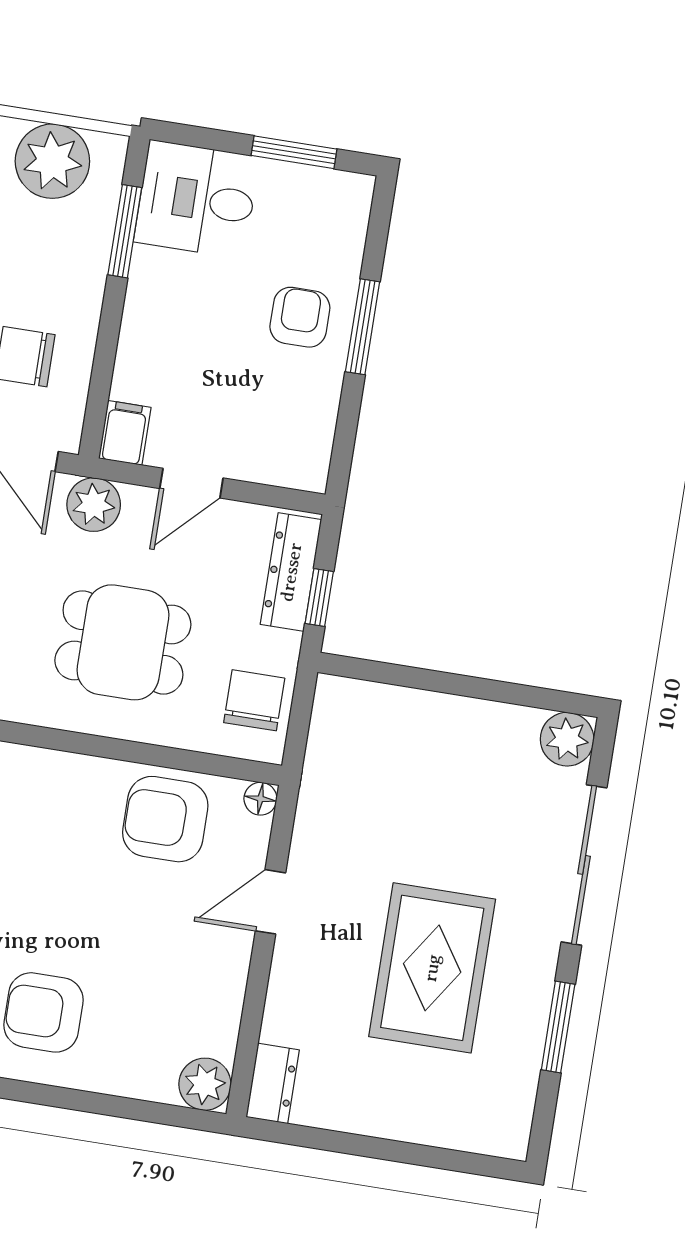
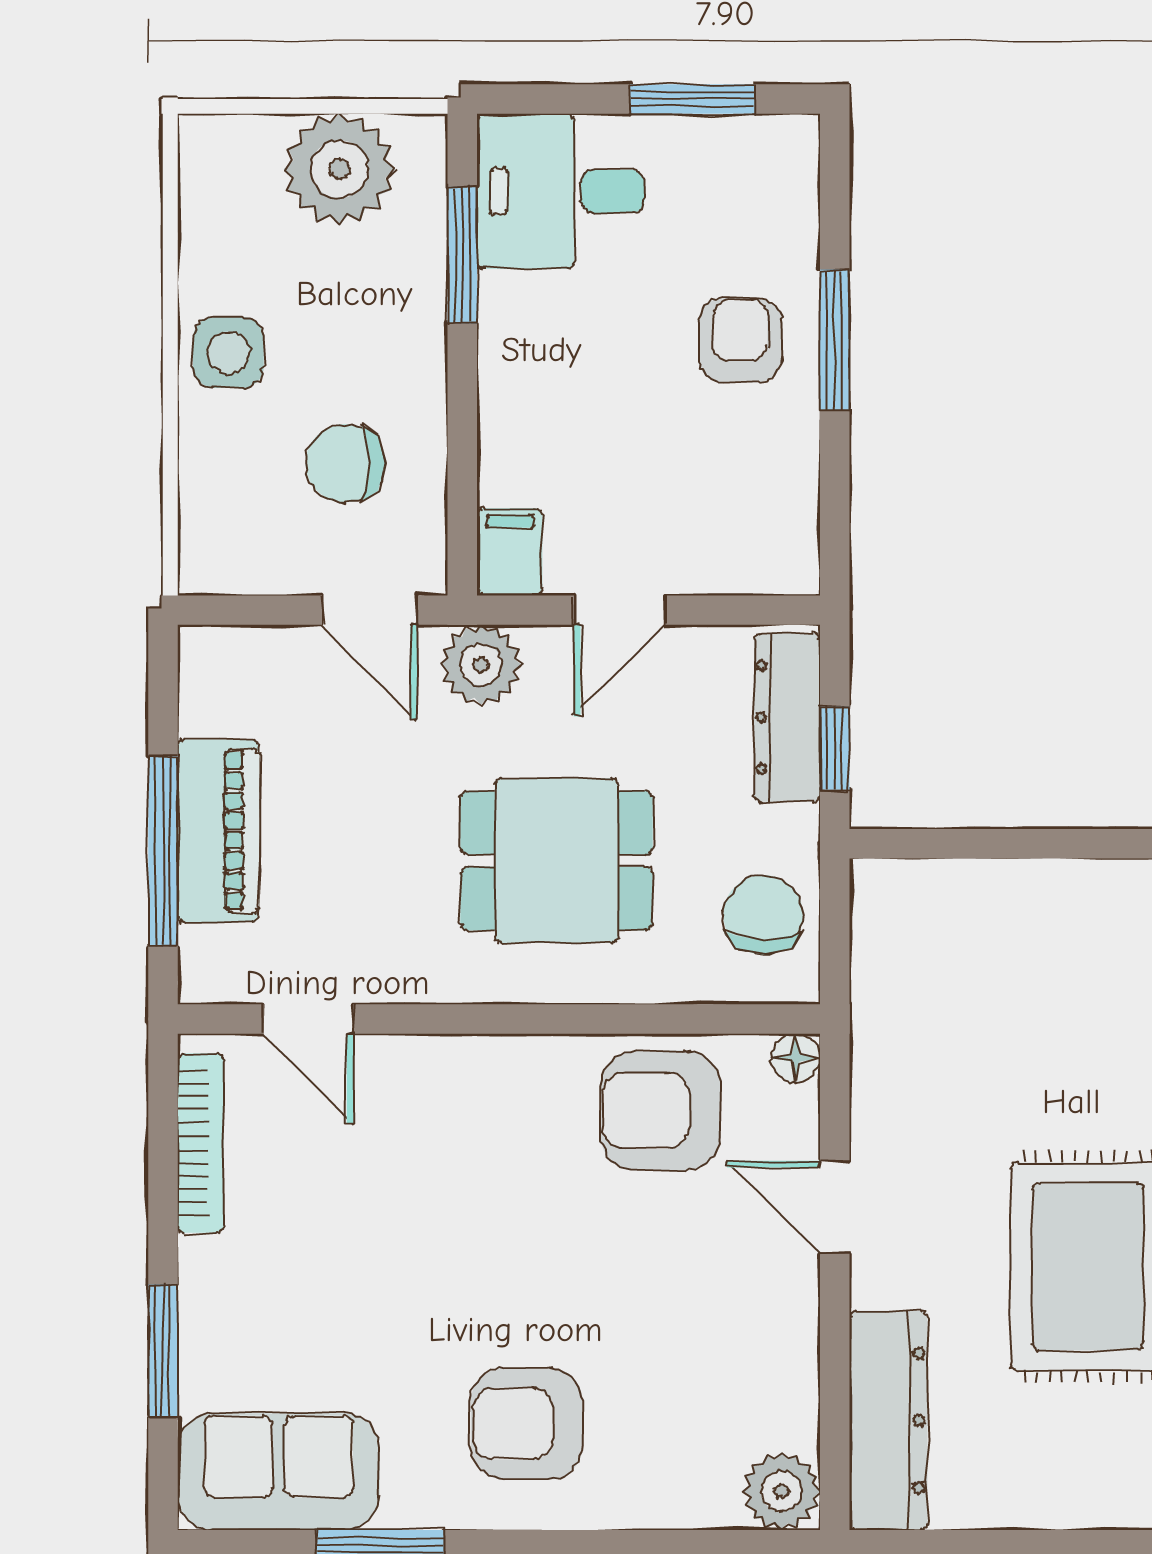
door: (270, 902) -> (835, 1207), hinge flipped
dresser: (273, 1084) -> (888, 1420), width x1.96, depth x1.24

